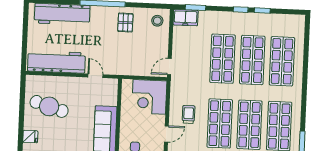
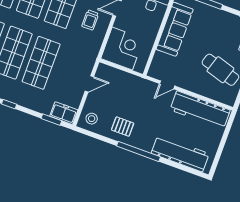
pallet: (125, 23) -> (123, 127), turned 90
door: (169, 66) -> (89, 84), moved
door: (95, 76) -> (167, 85), hinge flipped

